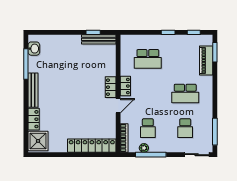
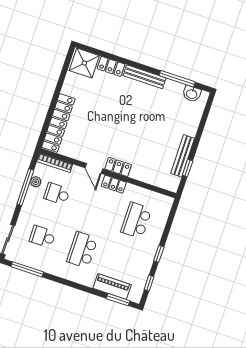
bench: (99, 39) -> (183, 156), moved

